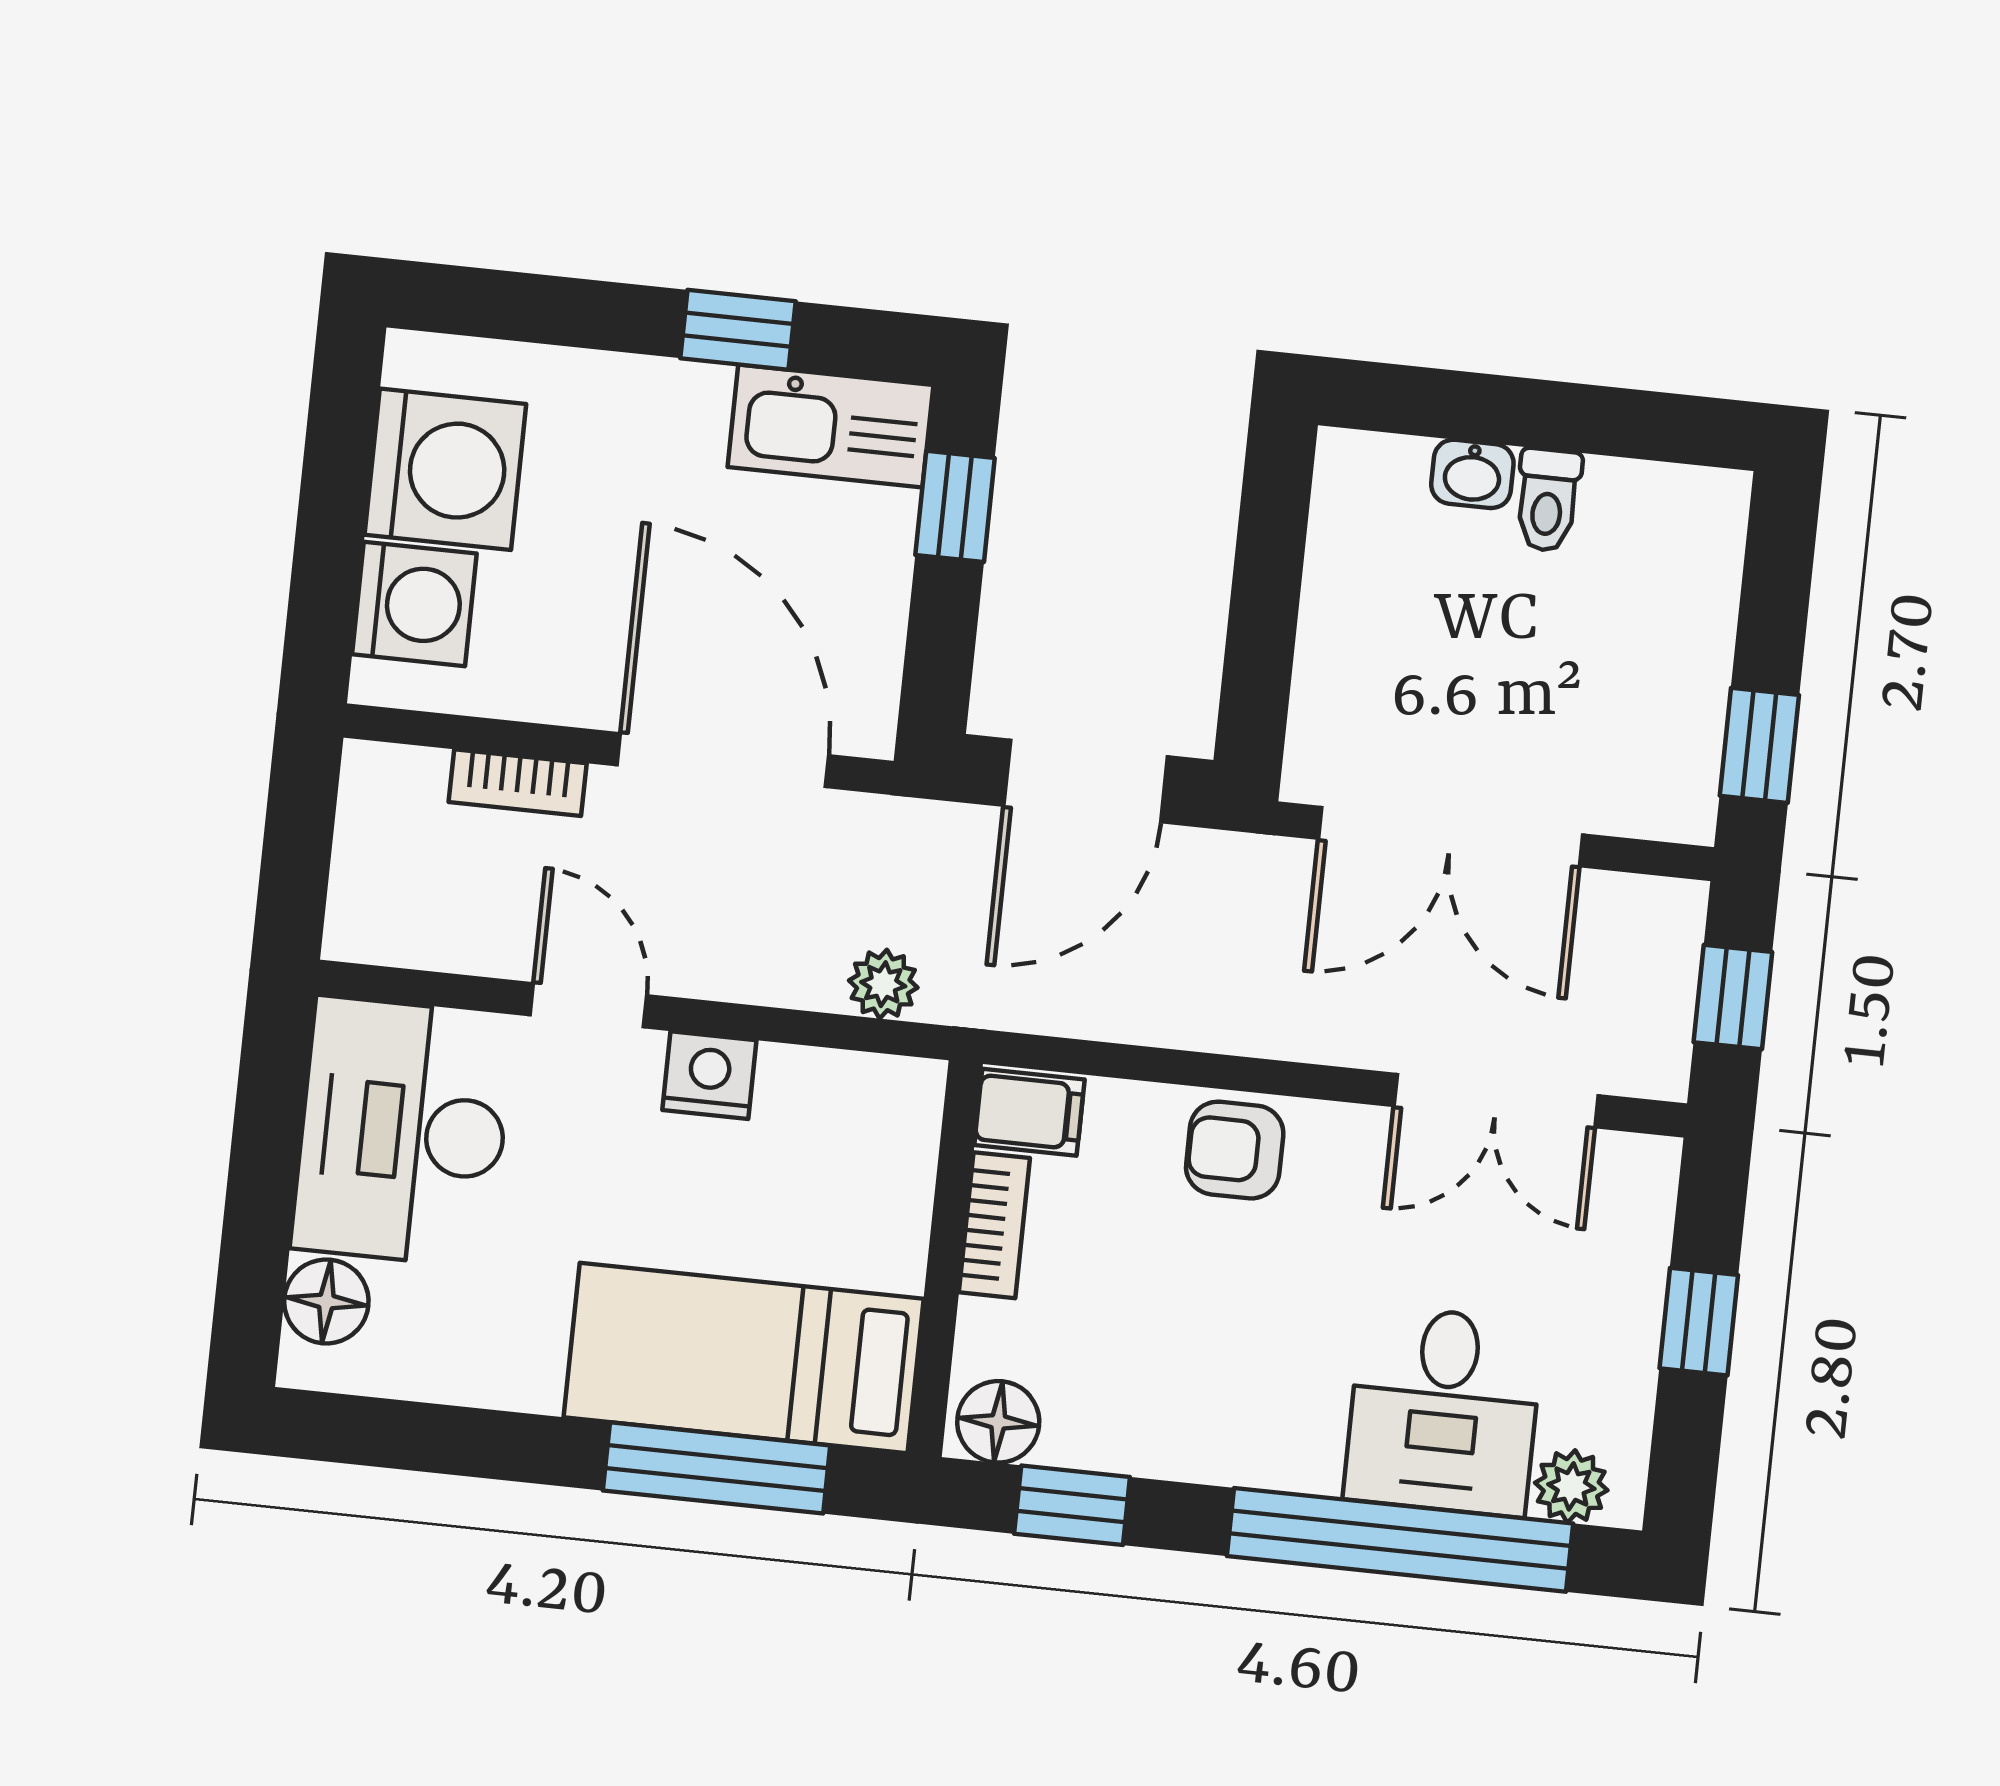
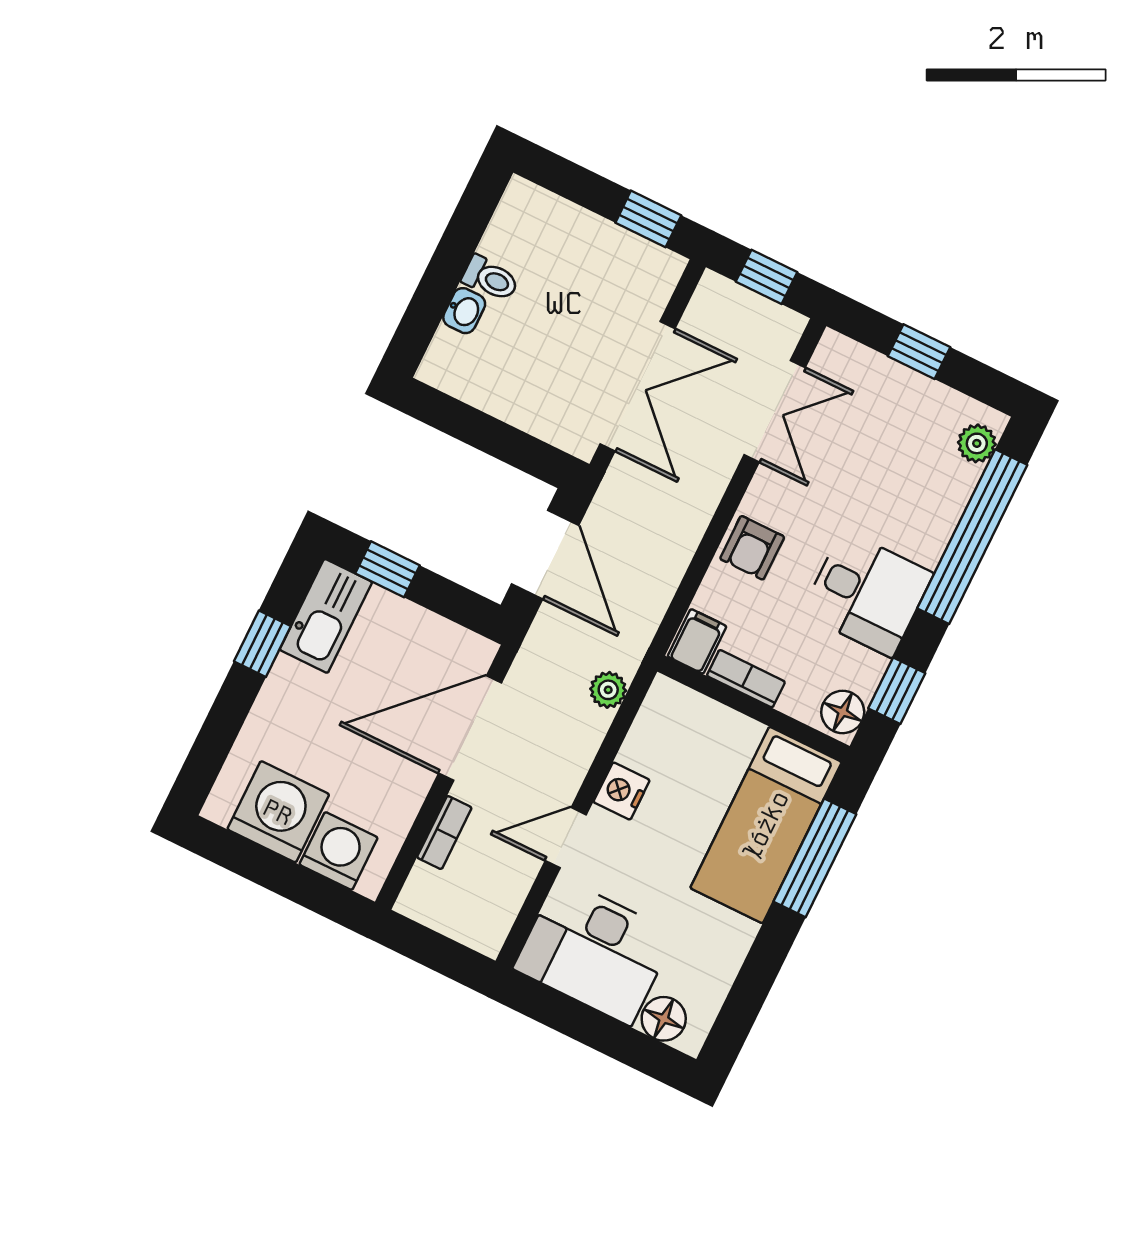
desk: (1444, 1411) -> (867, 593), moved

